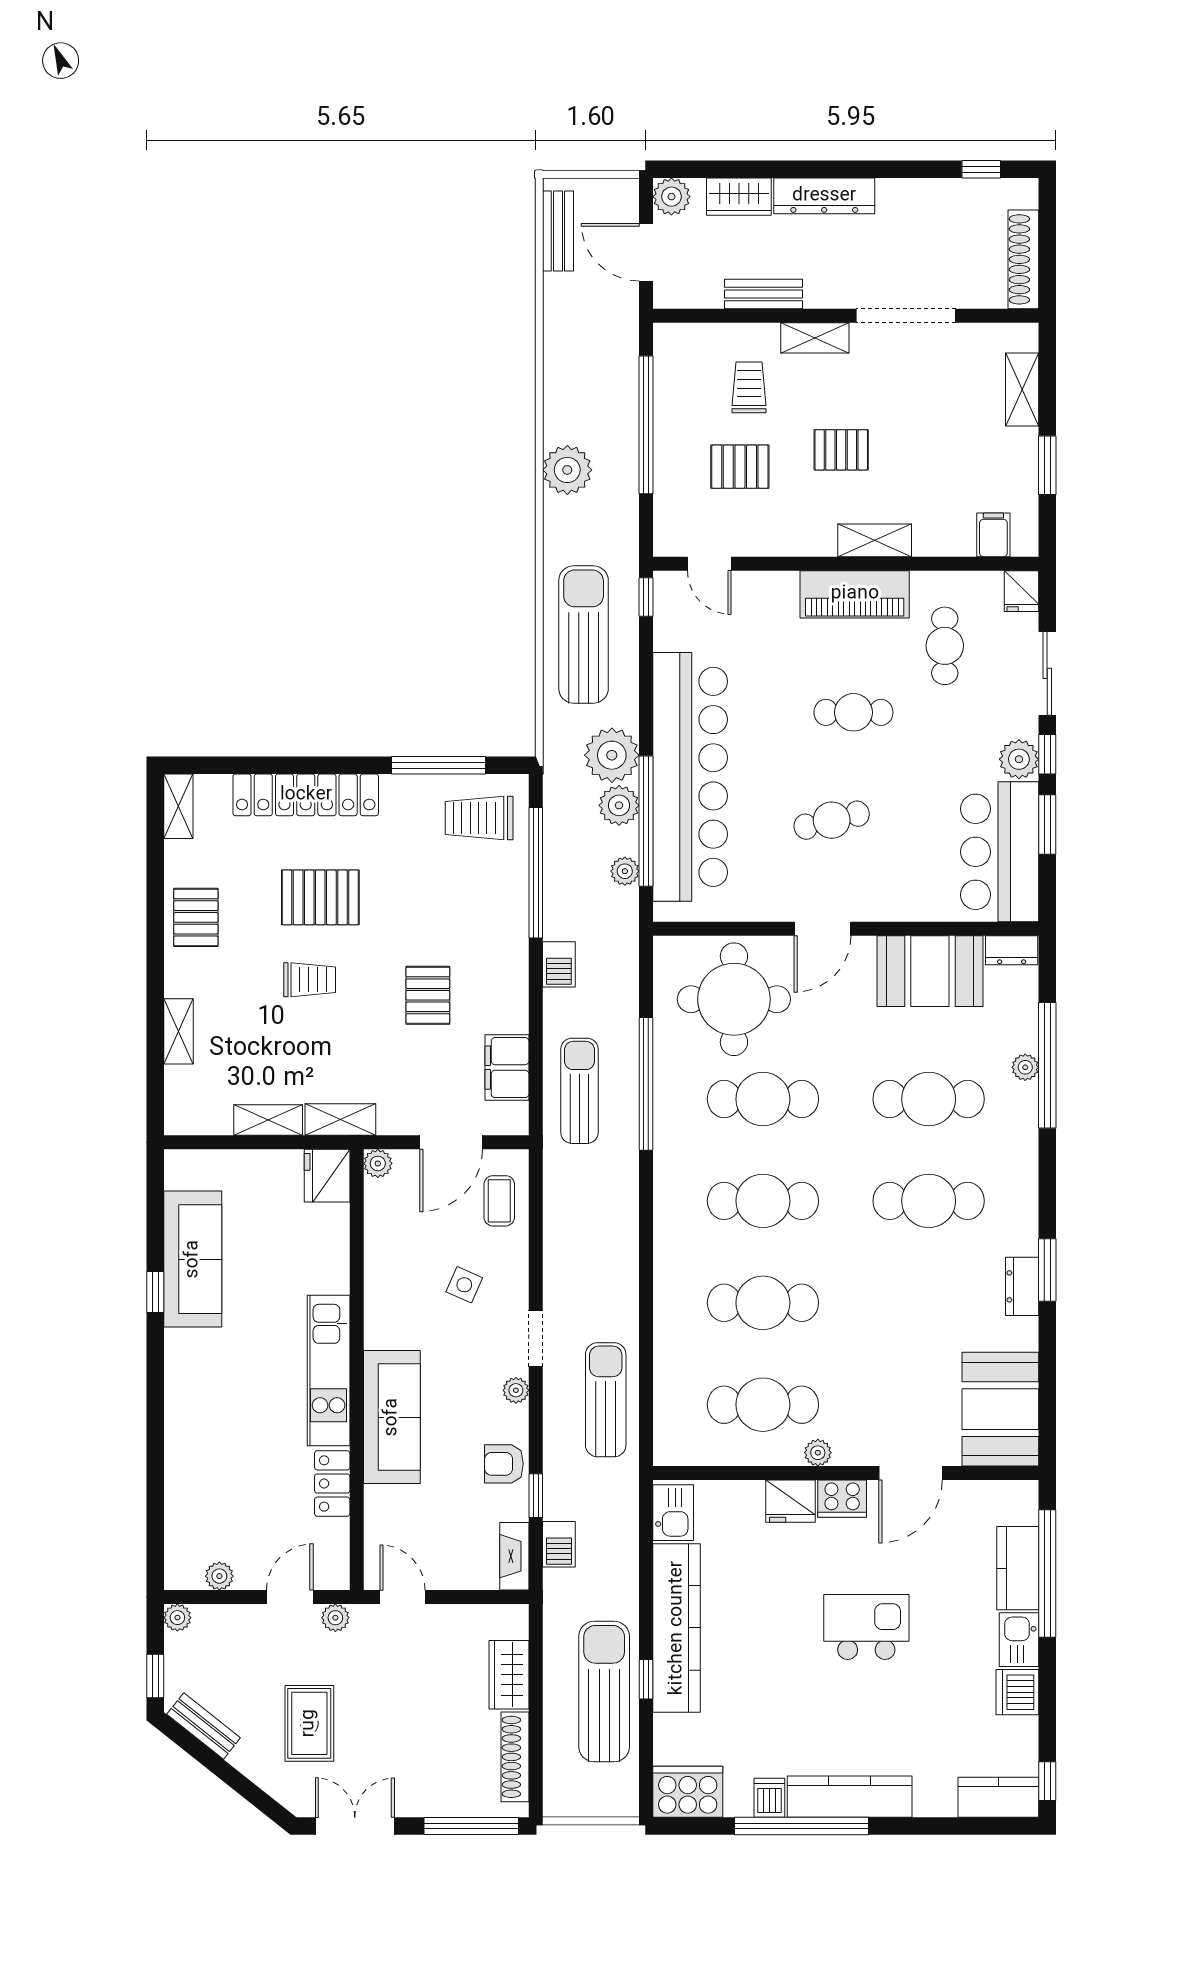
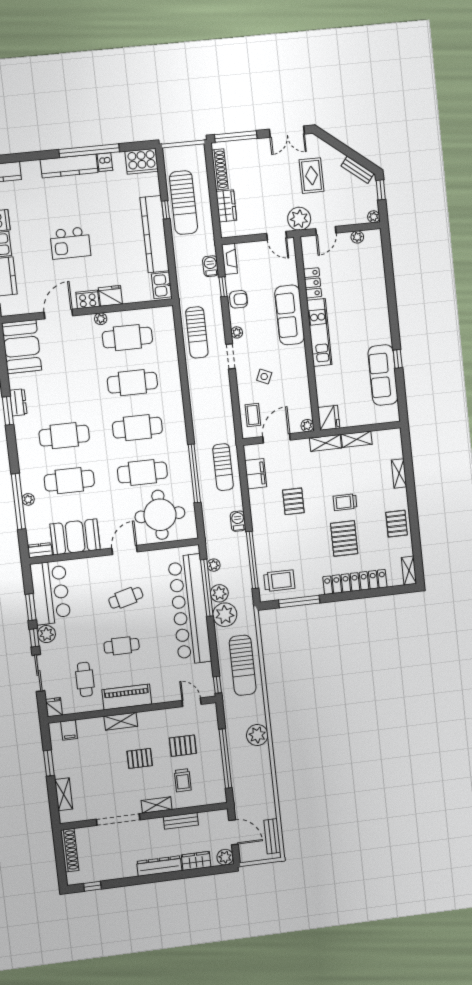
pallet: (320, 897) -> (344, 538), turned 90
plant: (335, 1618) -> (299, 219), width x1.87, depth x1.87

